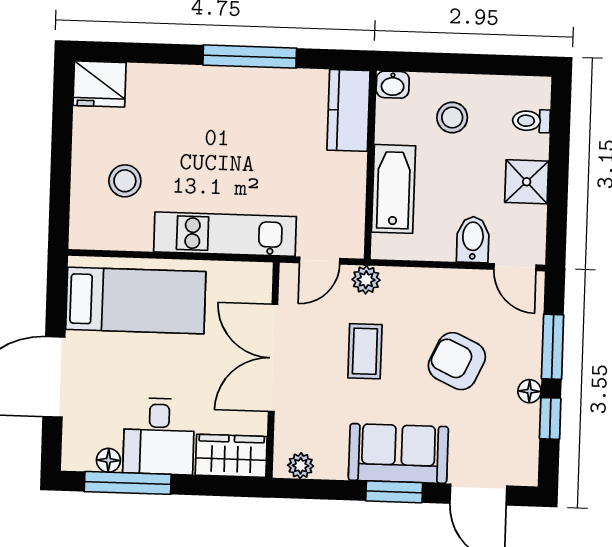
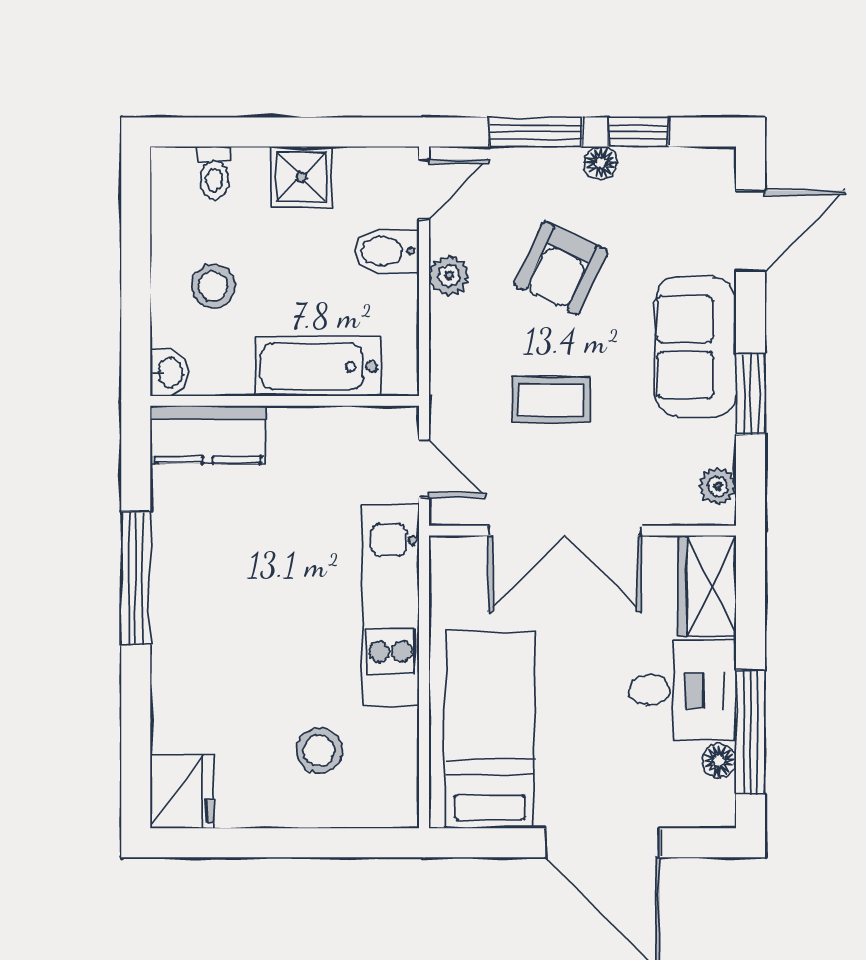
plant: (366, 280) -> (449, 276), moved
window: (394, 492) -> (751, 394), moved

